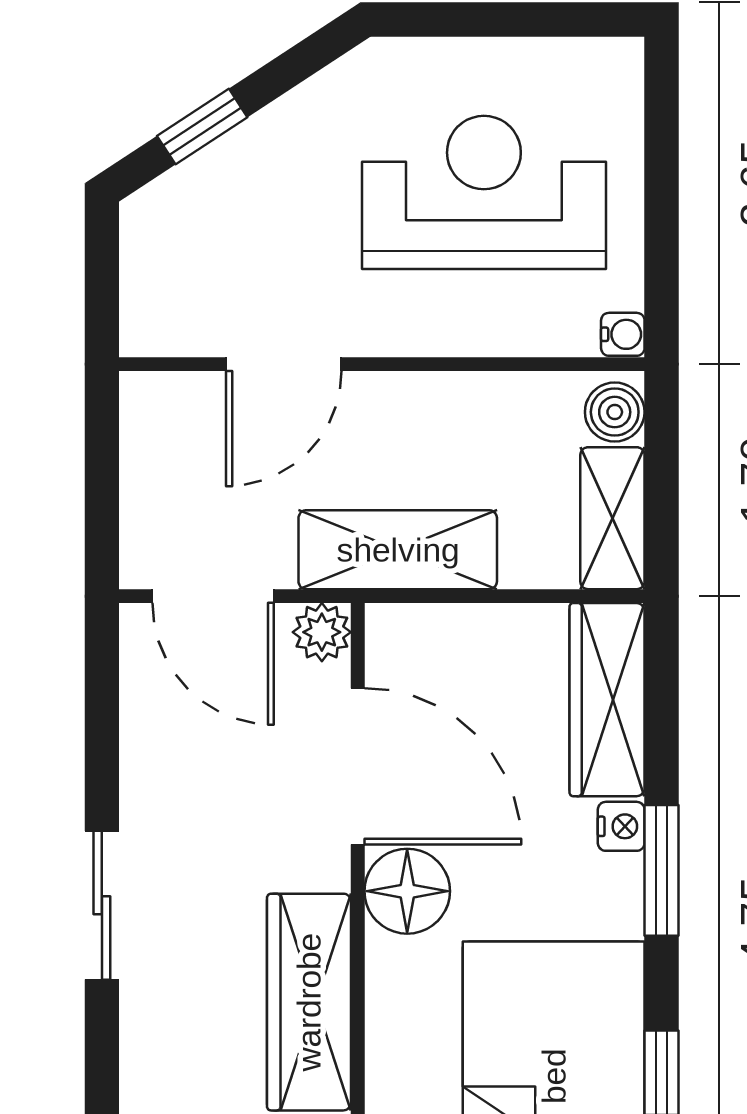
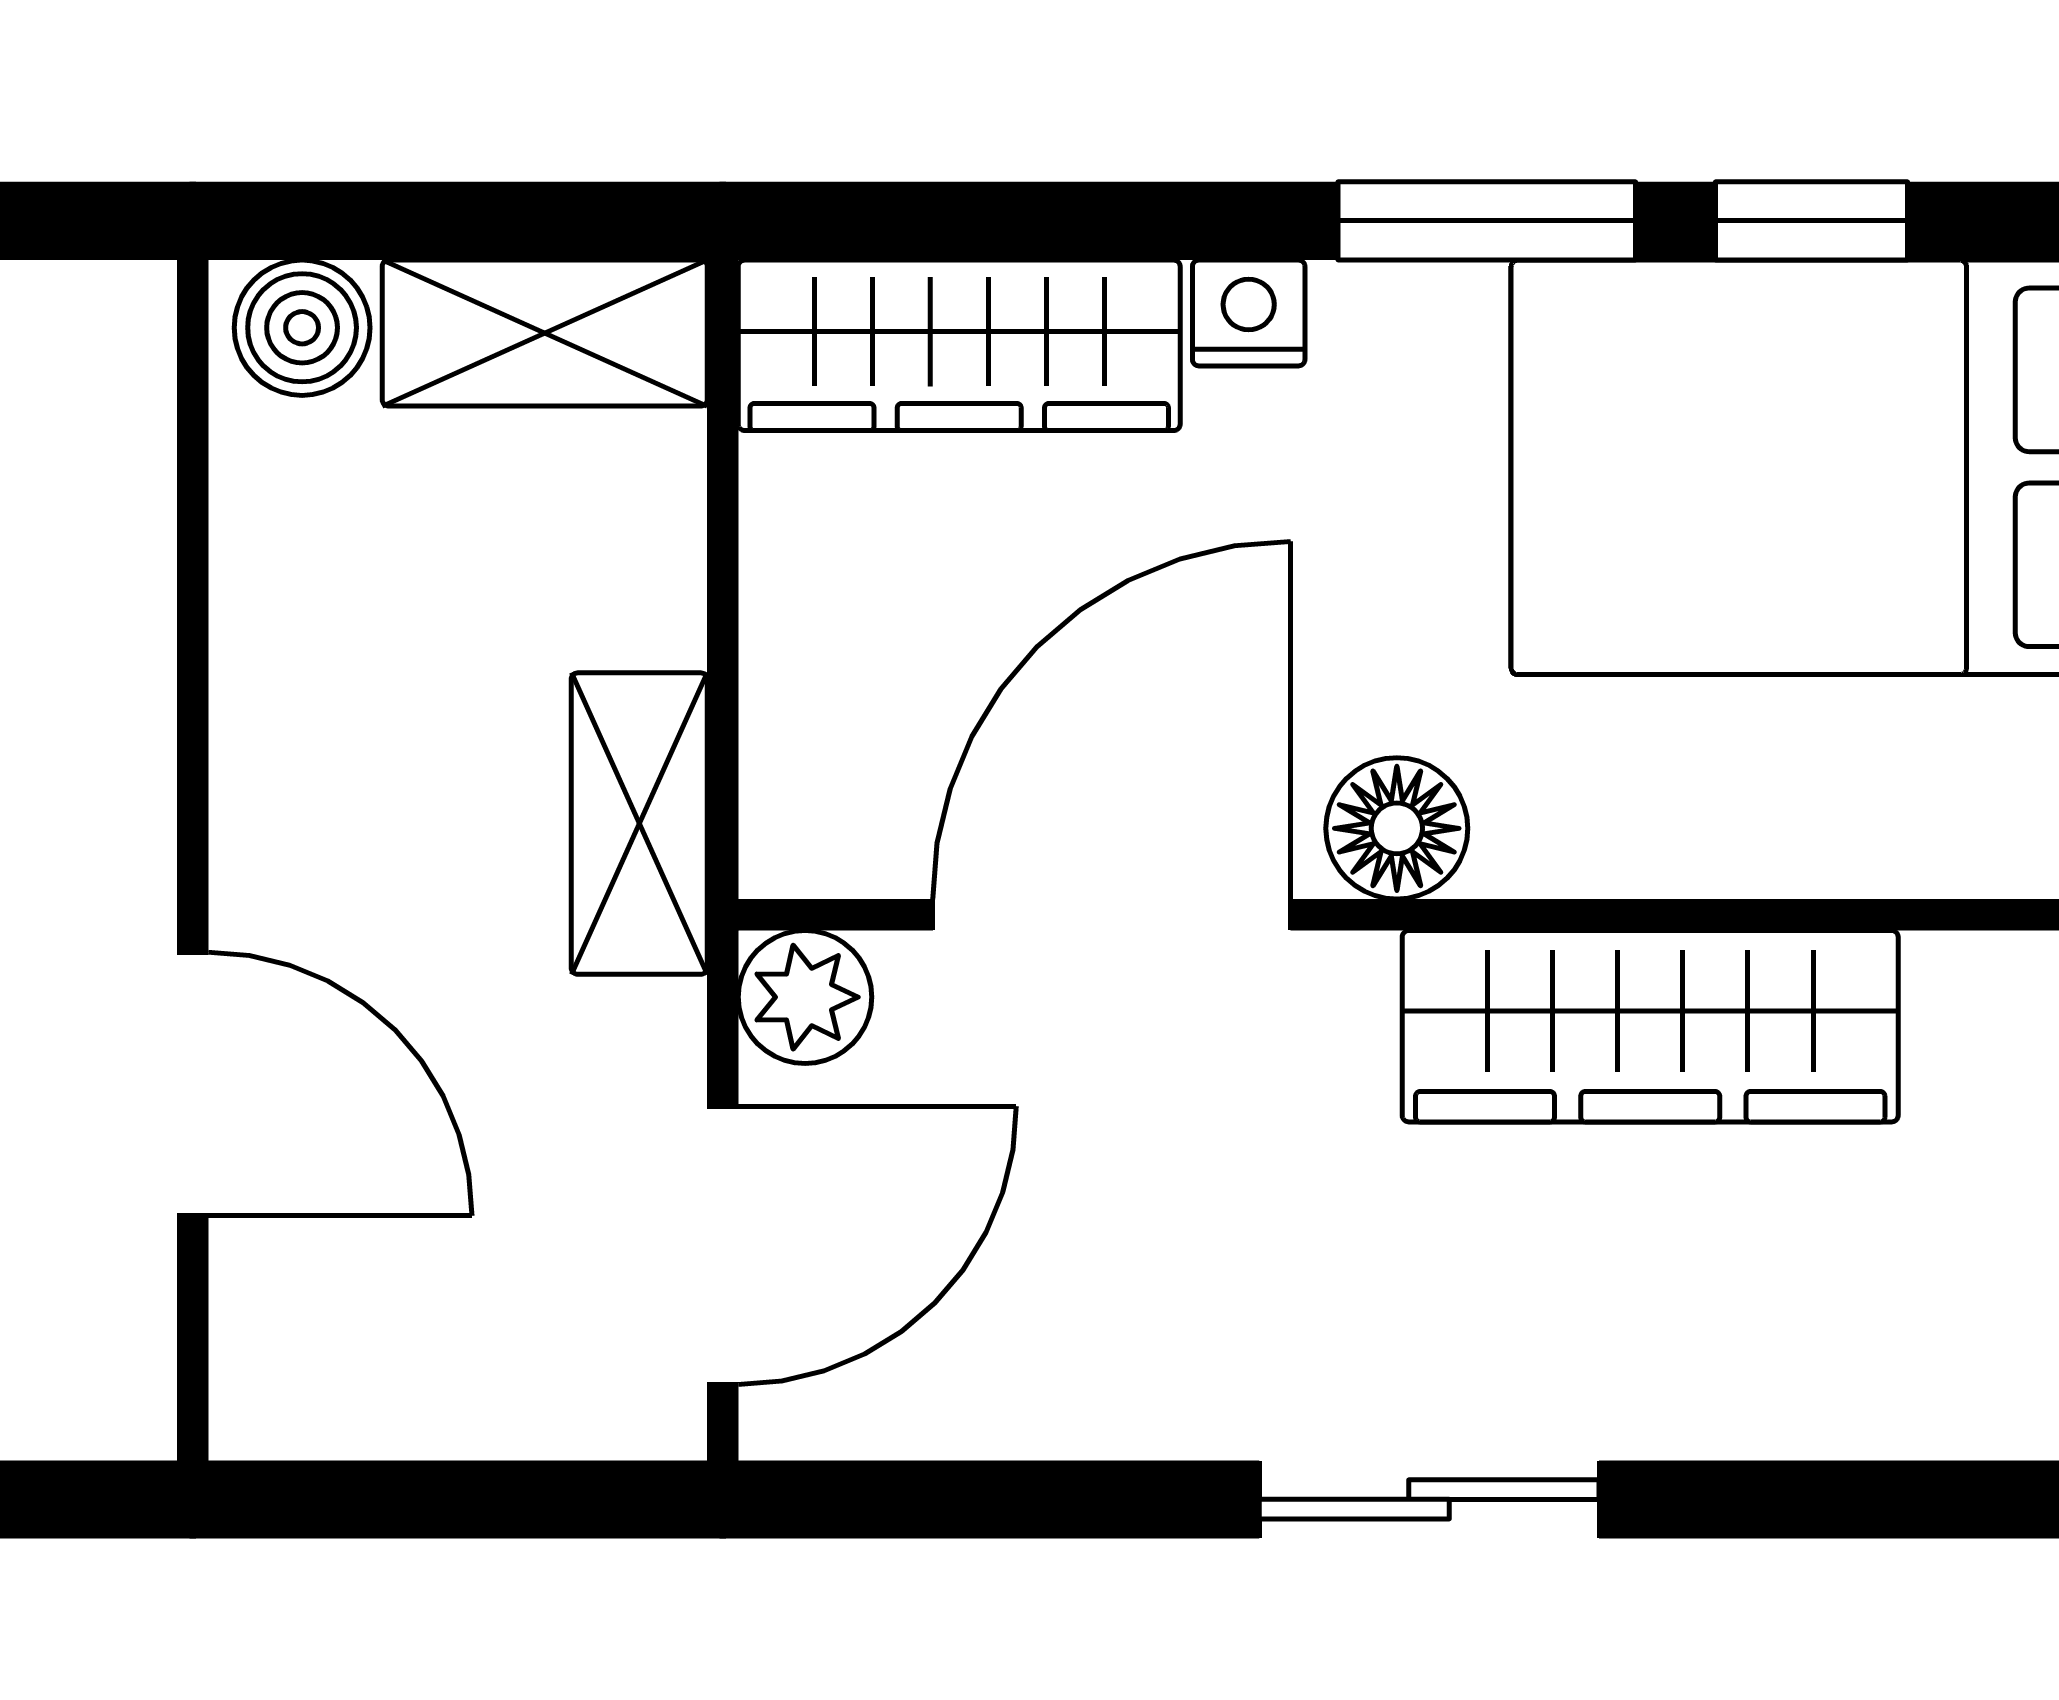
water cooler: (623, 334) -> (125, 309), removed
shelving: (398, 550) -> (639, 824), width x0.67, depth x0.75
window: (661, 870) -> (1487, 221), moved
floor lamp: (407, 891) -> (1397, 828), width x0.73, depth x0.73

